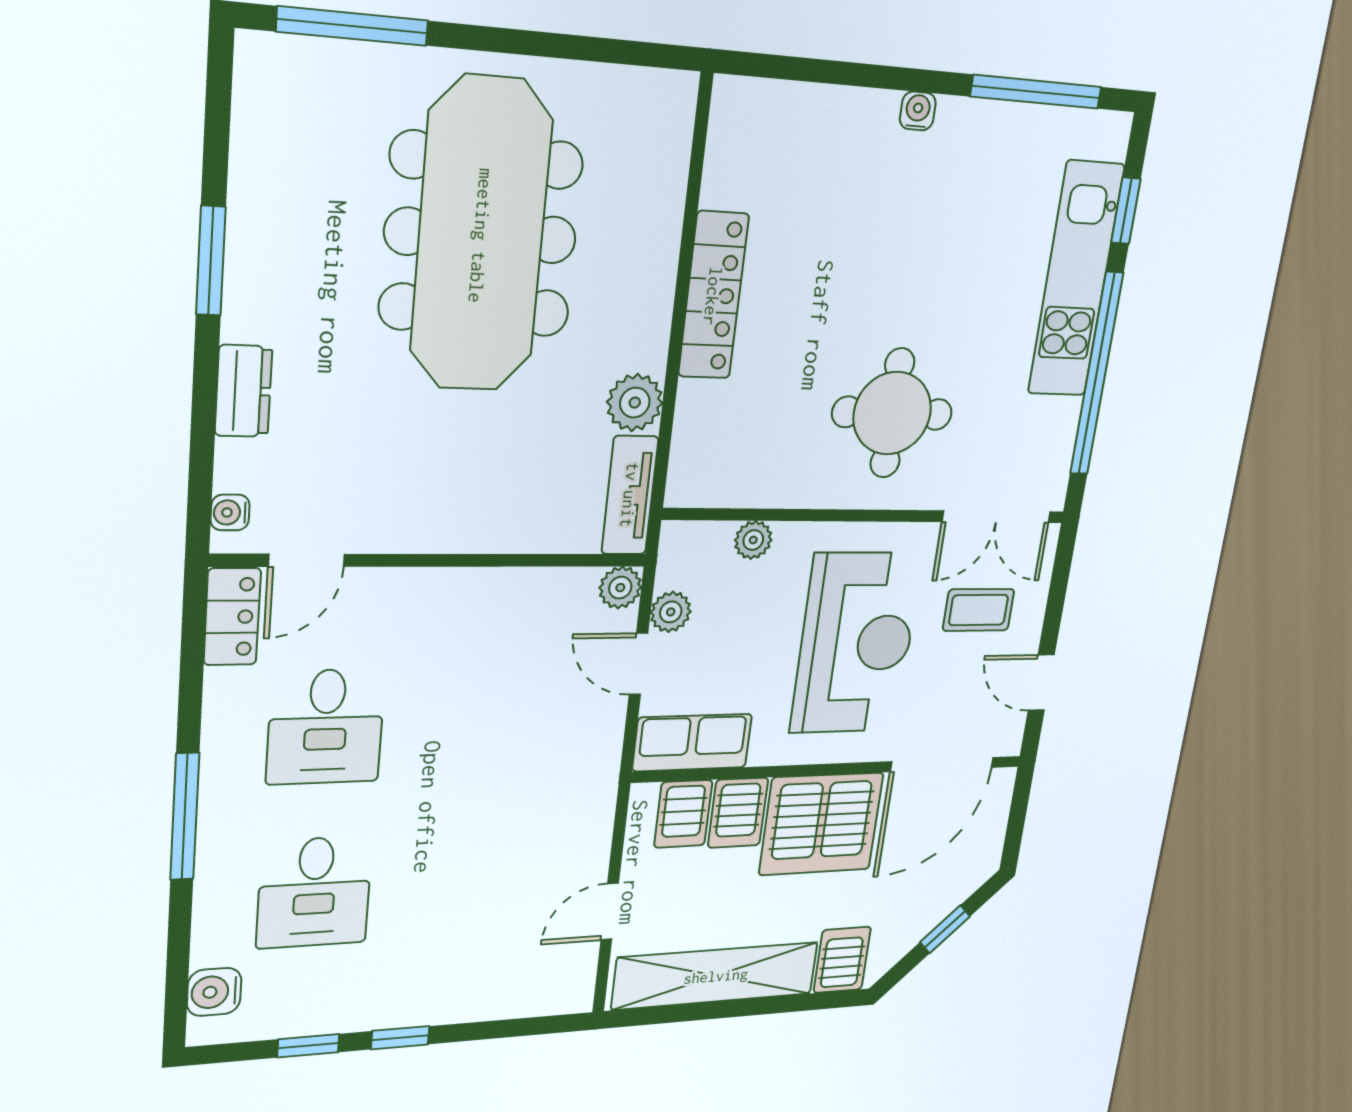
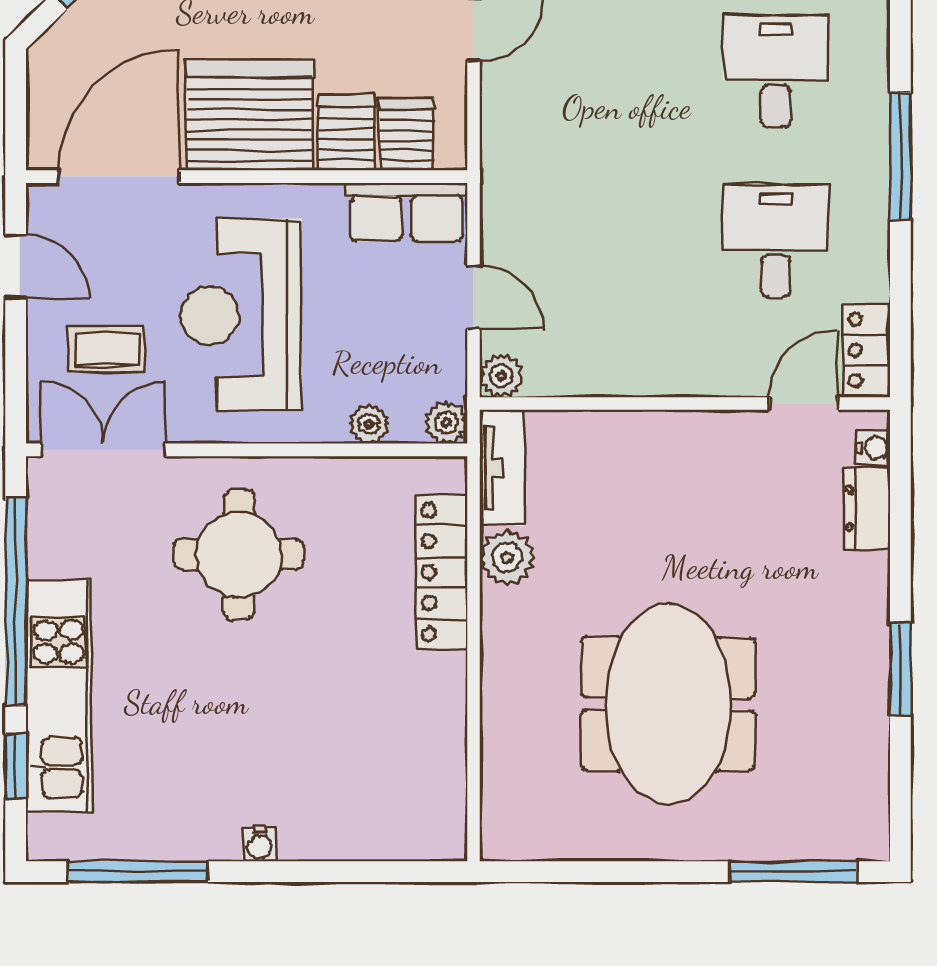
meeting table: (481, 236) -> (668, 704), width x0.73
locker: (713, 296) -> (442, 572), moved
dresser: (244, 391) -> (867, 509), moved
plant: (671, 612) -> (446, 423), moved

